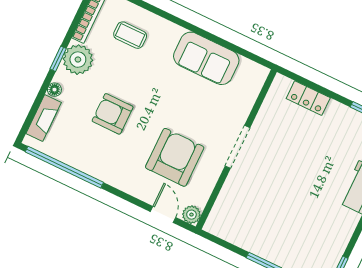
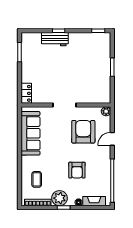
sofa: (206, 58) -> (31, 133), width x1.36
locker: (308, 98) -> (26, 93), moved
armchair: (175, 157) -> (83, 132), turned 90
door: (163, 214) -> (112, 139), moved

